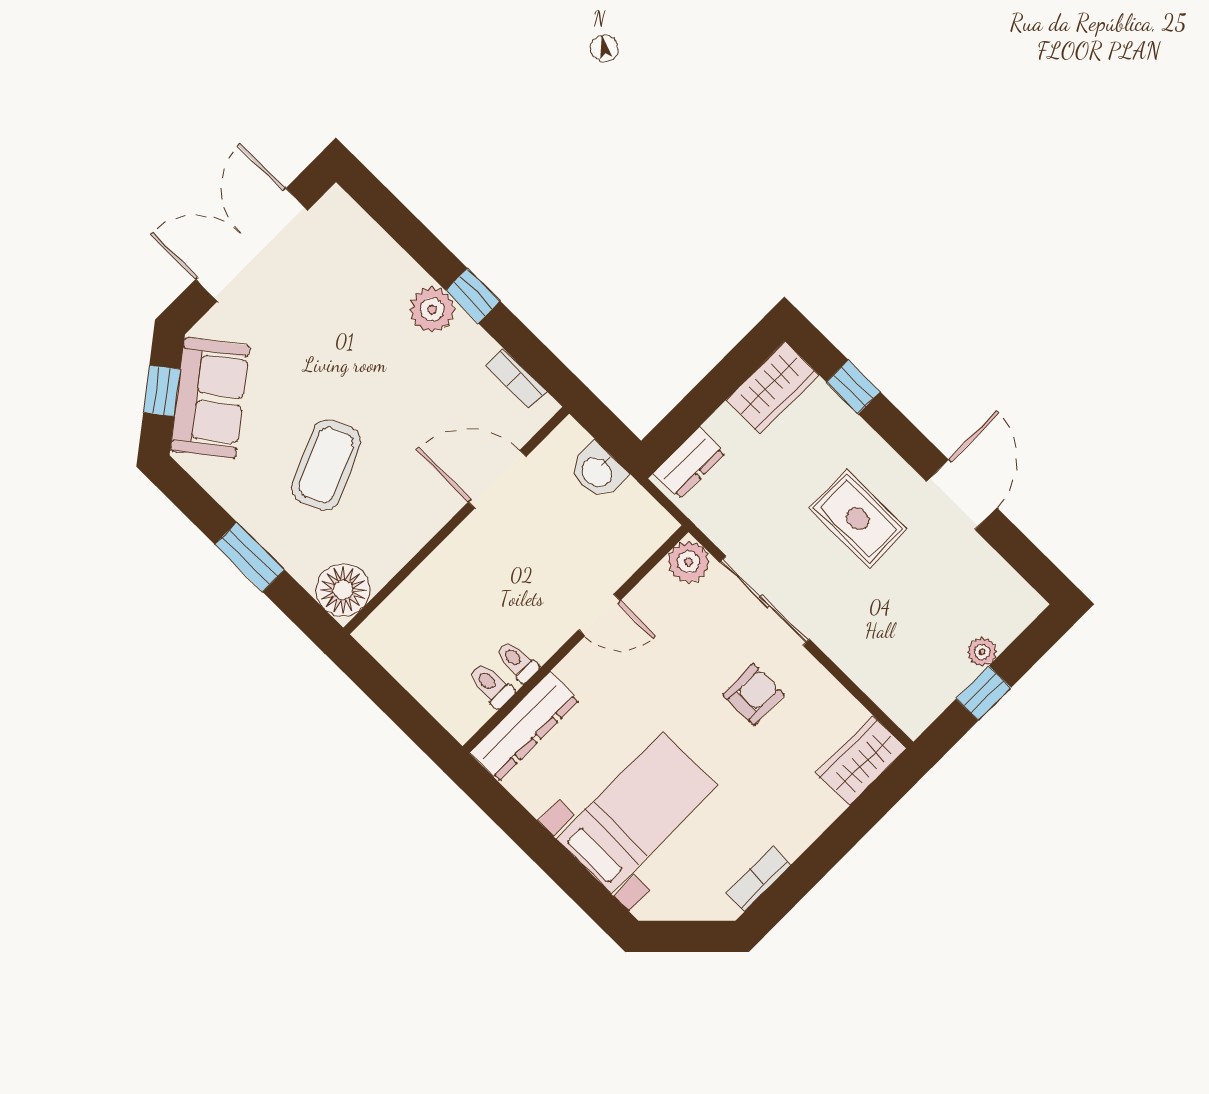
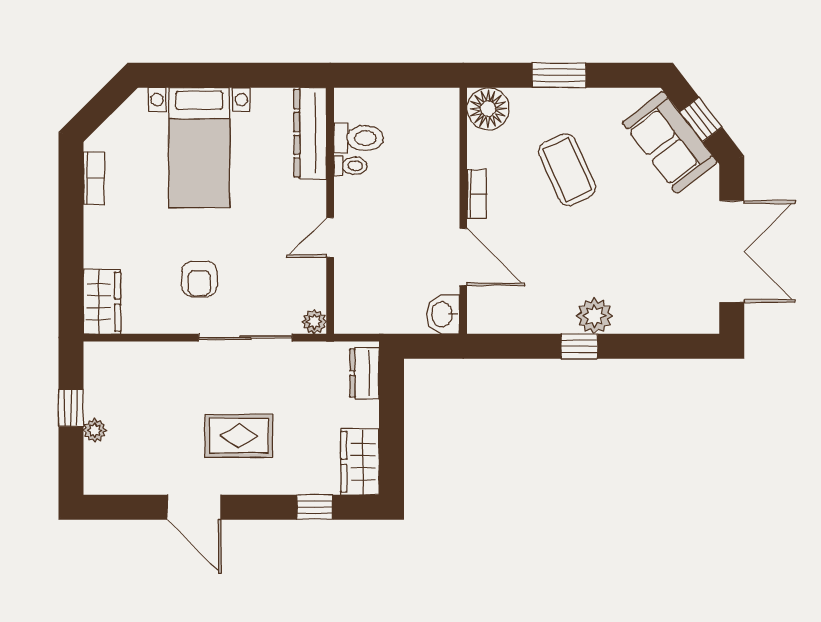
bookcase: (516, 378) -> (477, 194), moved, turned 90
washbasin: (597, 471) -> (443, 314), moved, turned -90
door: (497, 479) -> (463, 257), hinge flipped
plant: (689, 562) -> (314, 322), width x0.73, depth x0.73
toilet: (491, 685) -> (359, 138), width x1.37, depth x1.39

